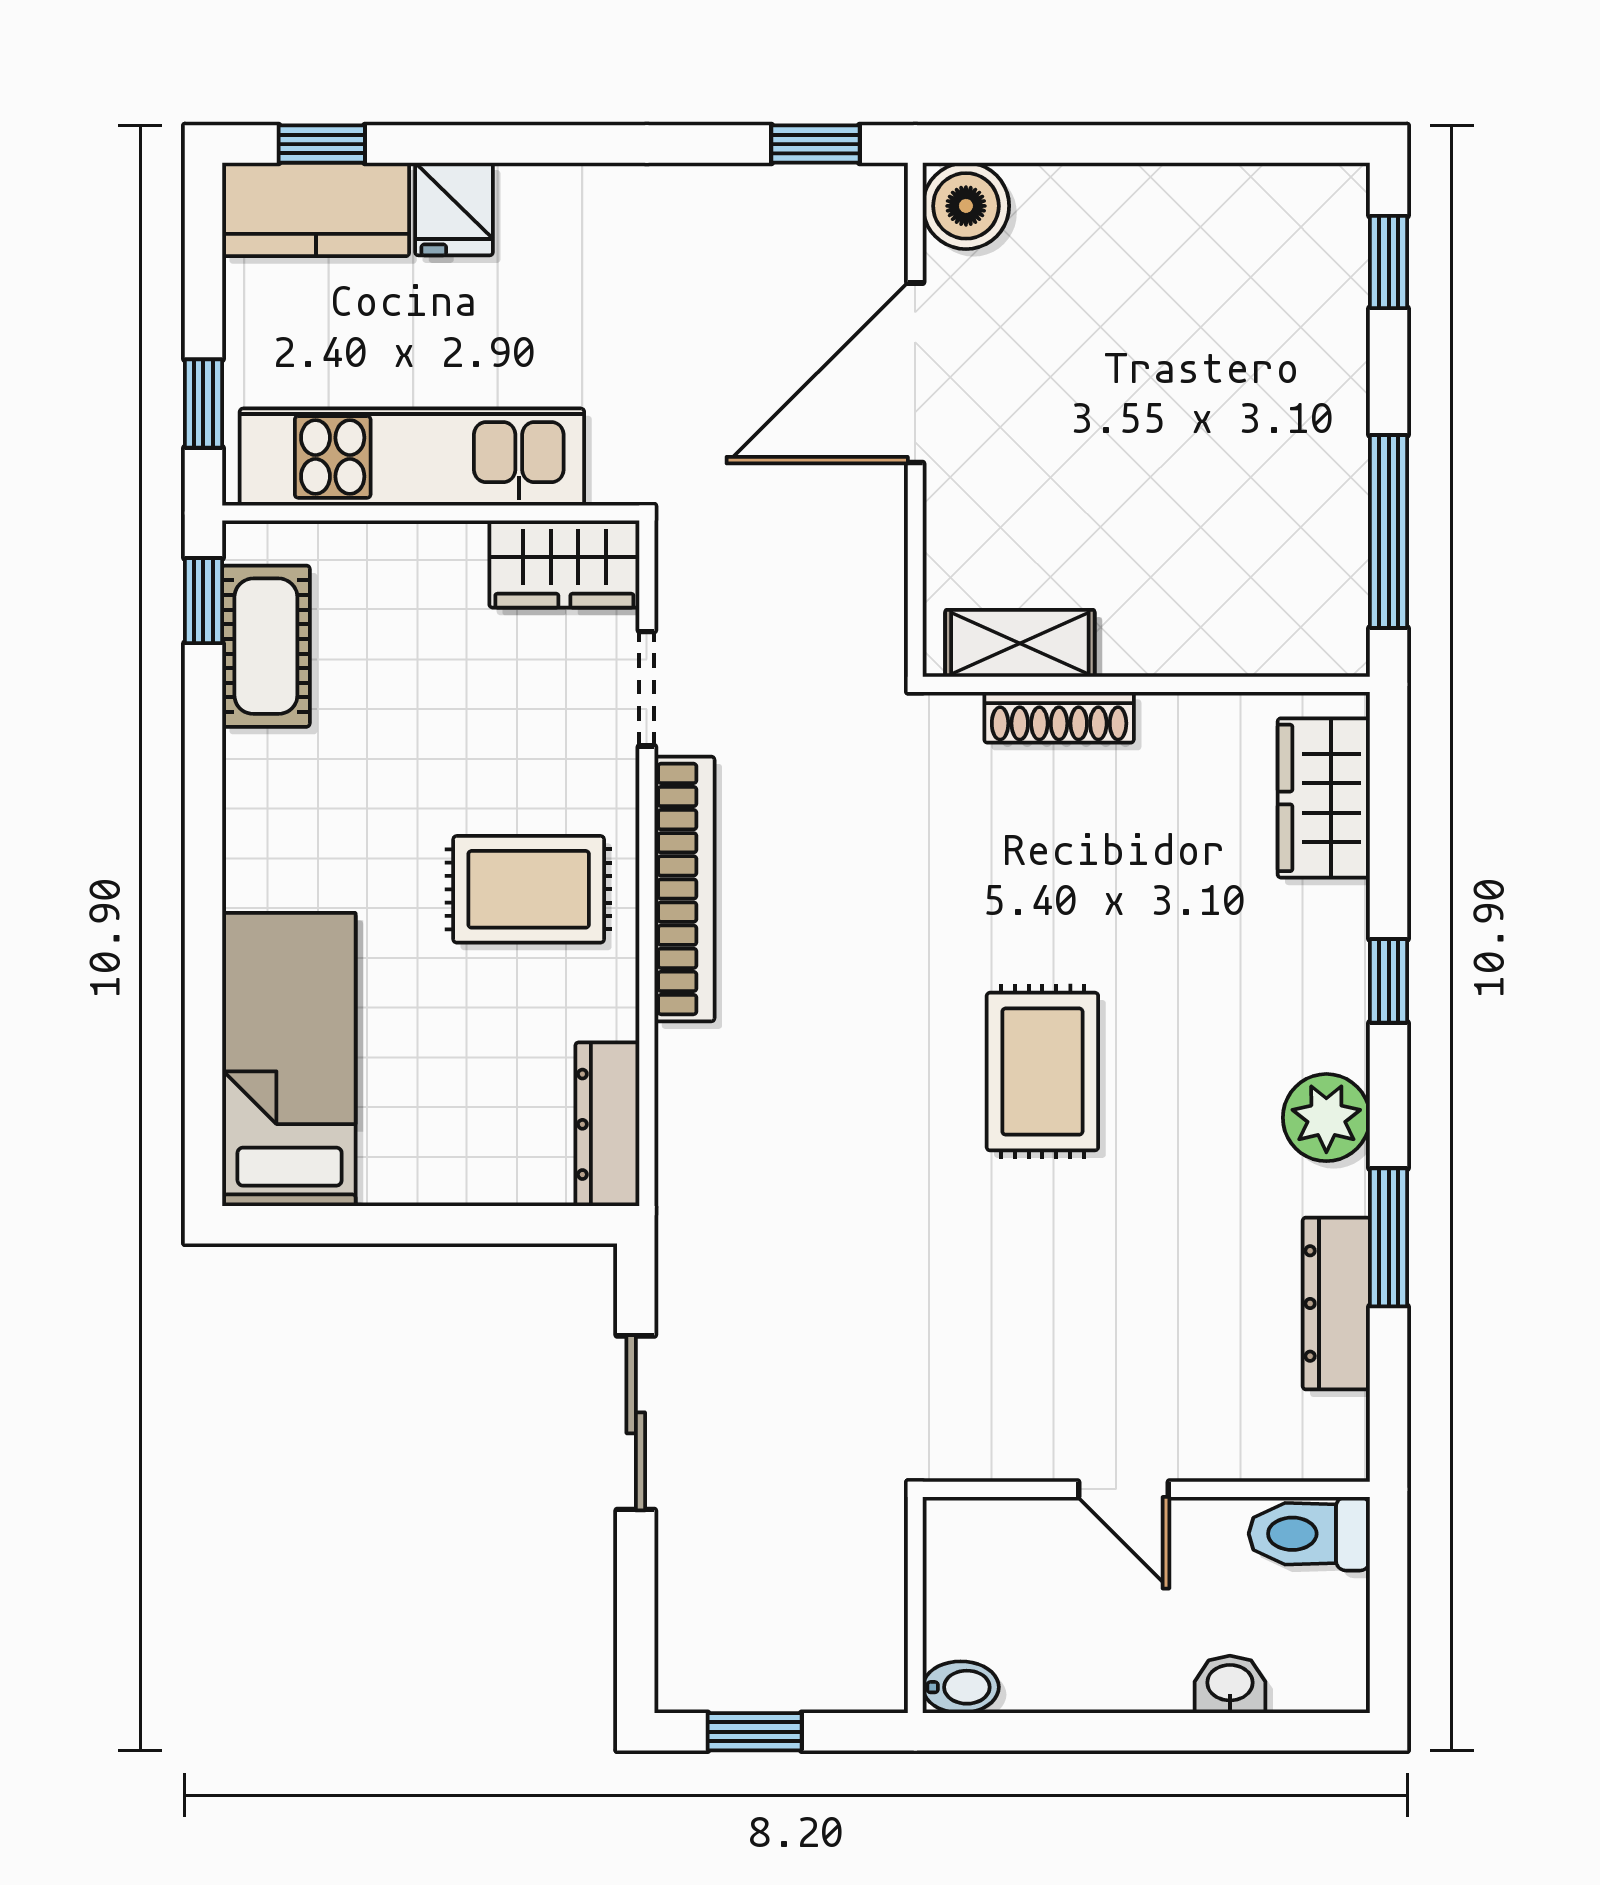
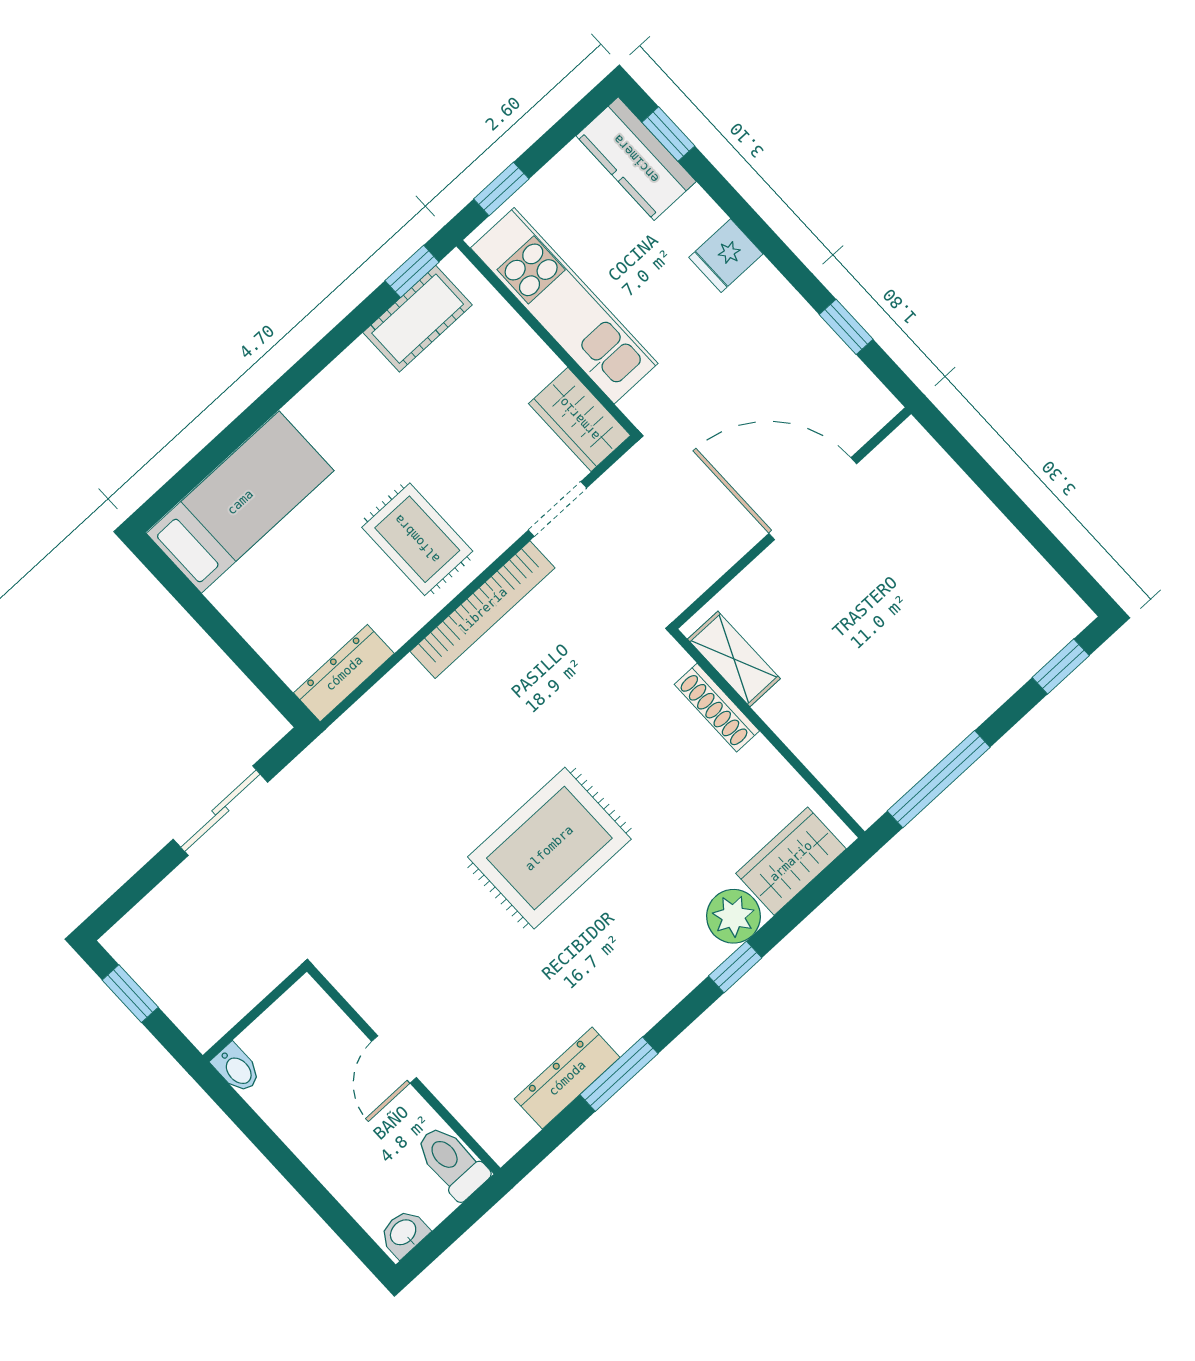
window: (816, 144) -> (846, 327), moved
boiler: (966, 206) -> (909, 452), removed
fridge: (454, 209) -> (726, 256), moved
rug: (1042, 1072) -> (549, 848), width x1.36, depth x1.43
plant: (1326, 1118) -> (733, 916), moved
washbasin: (1230, 1684) -> (404, 1233), moved, turned -90

